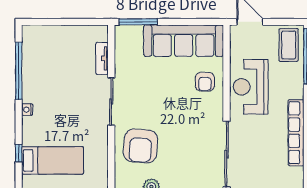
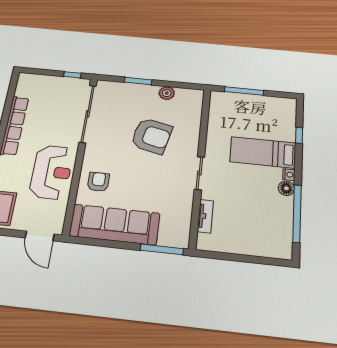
floor lamp: (29, 95) -> (286, 188), added
sliding door: (111, 102) -> (199, 173), width x0.73
armchair: (140, 146) -> (152, 136), moved, turned 99
bed: (53, 160) -> (263, 152), moved

